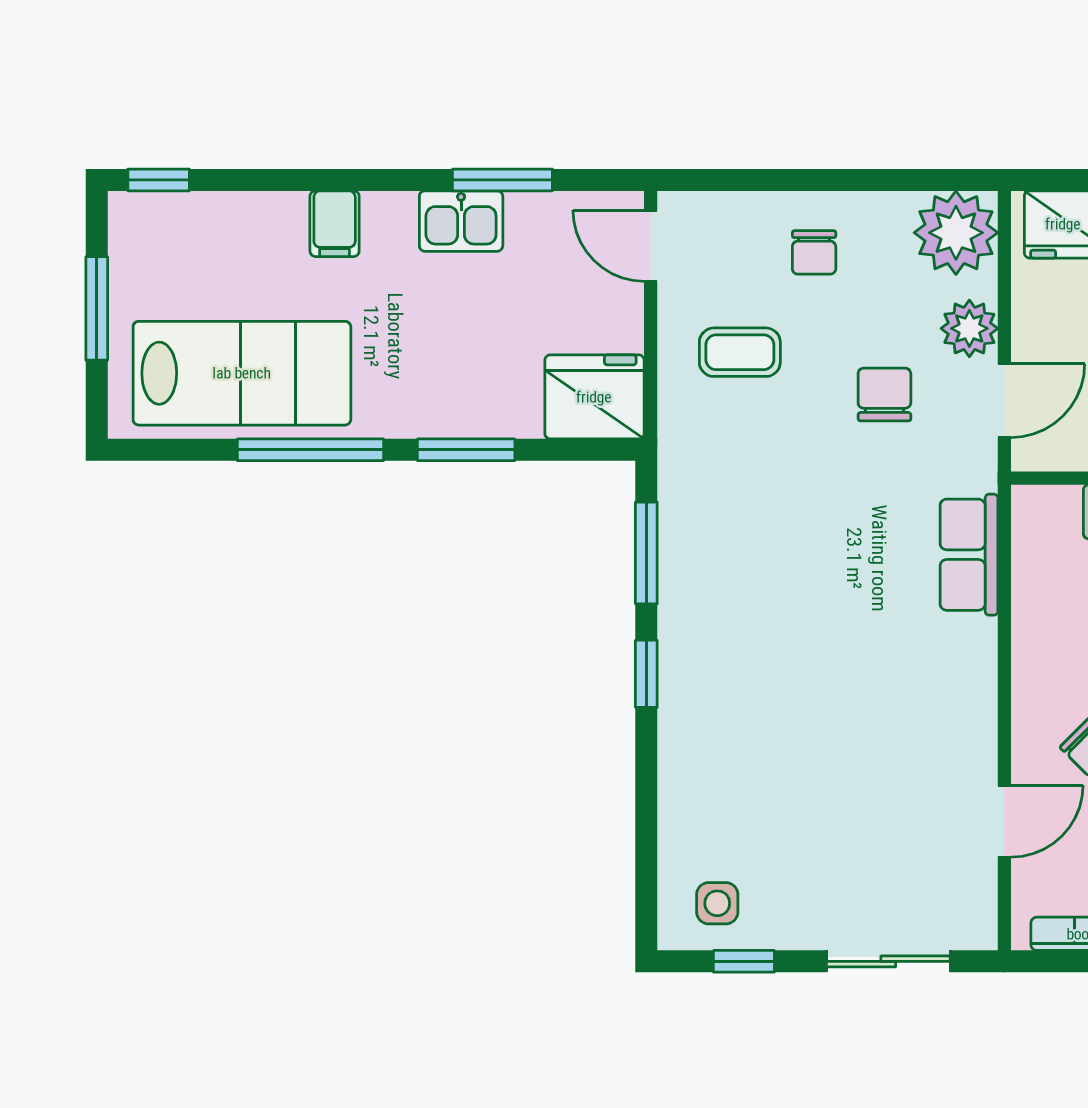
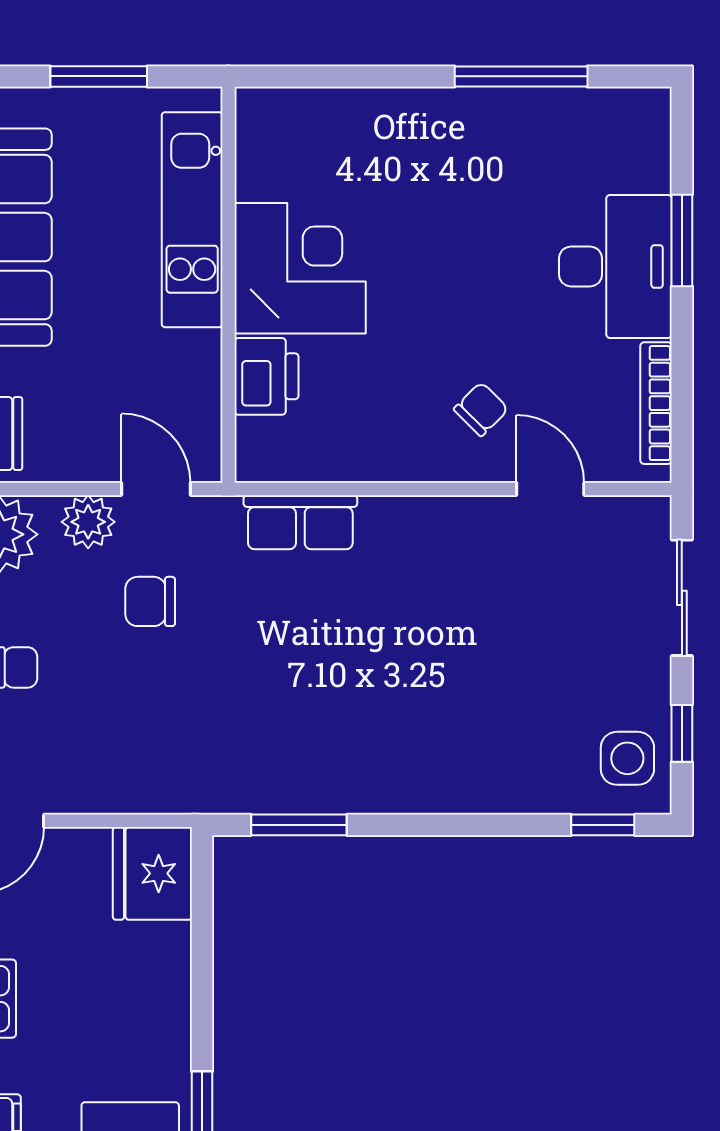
coffee table: (740, 352) -> (110, 737), removed
window: (466, 450) -> (202, 994), removed
window: (646, 674) -> (603, 825), moved
side table: (717, 903) -> (627, 758), width x1.37, depth x1.37

